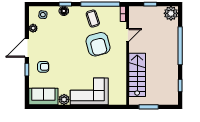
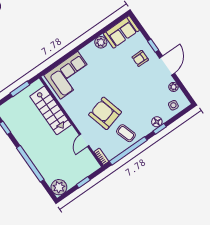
corner sofa: (89, 91) -> (69, 75), moved

